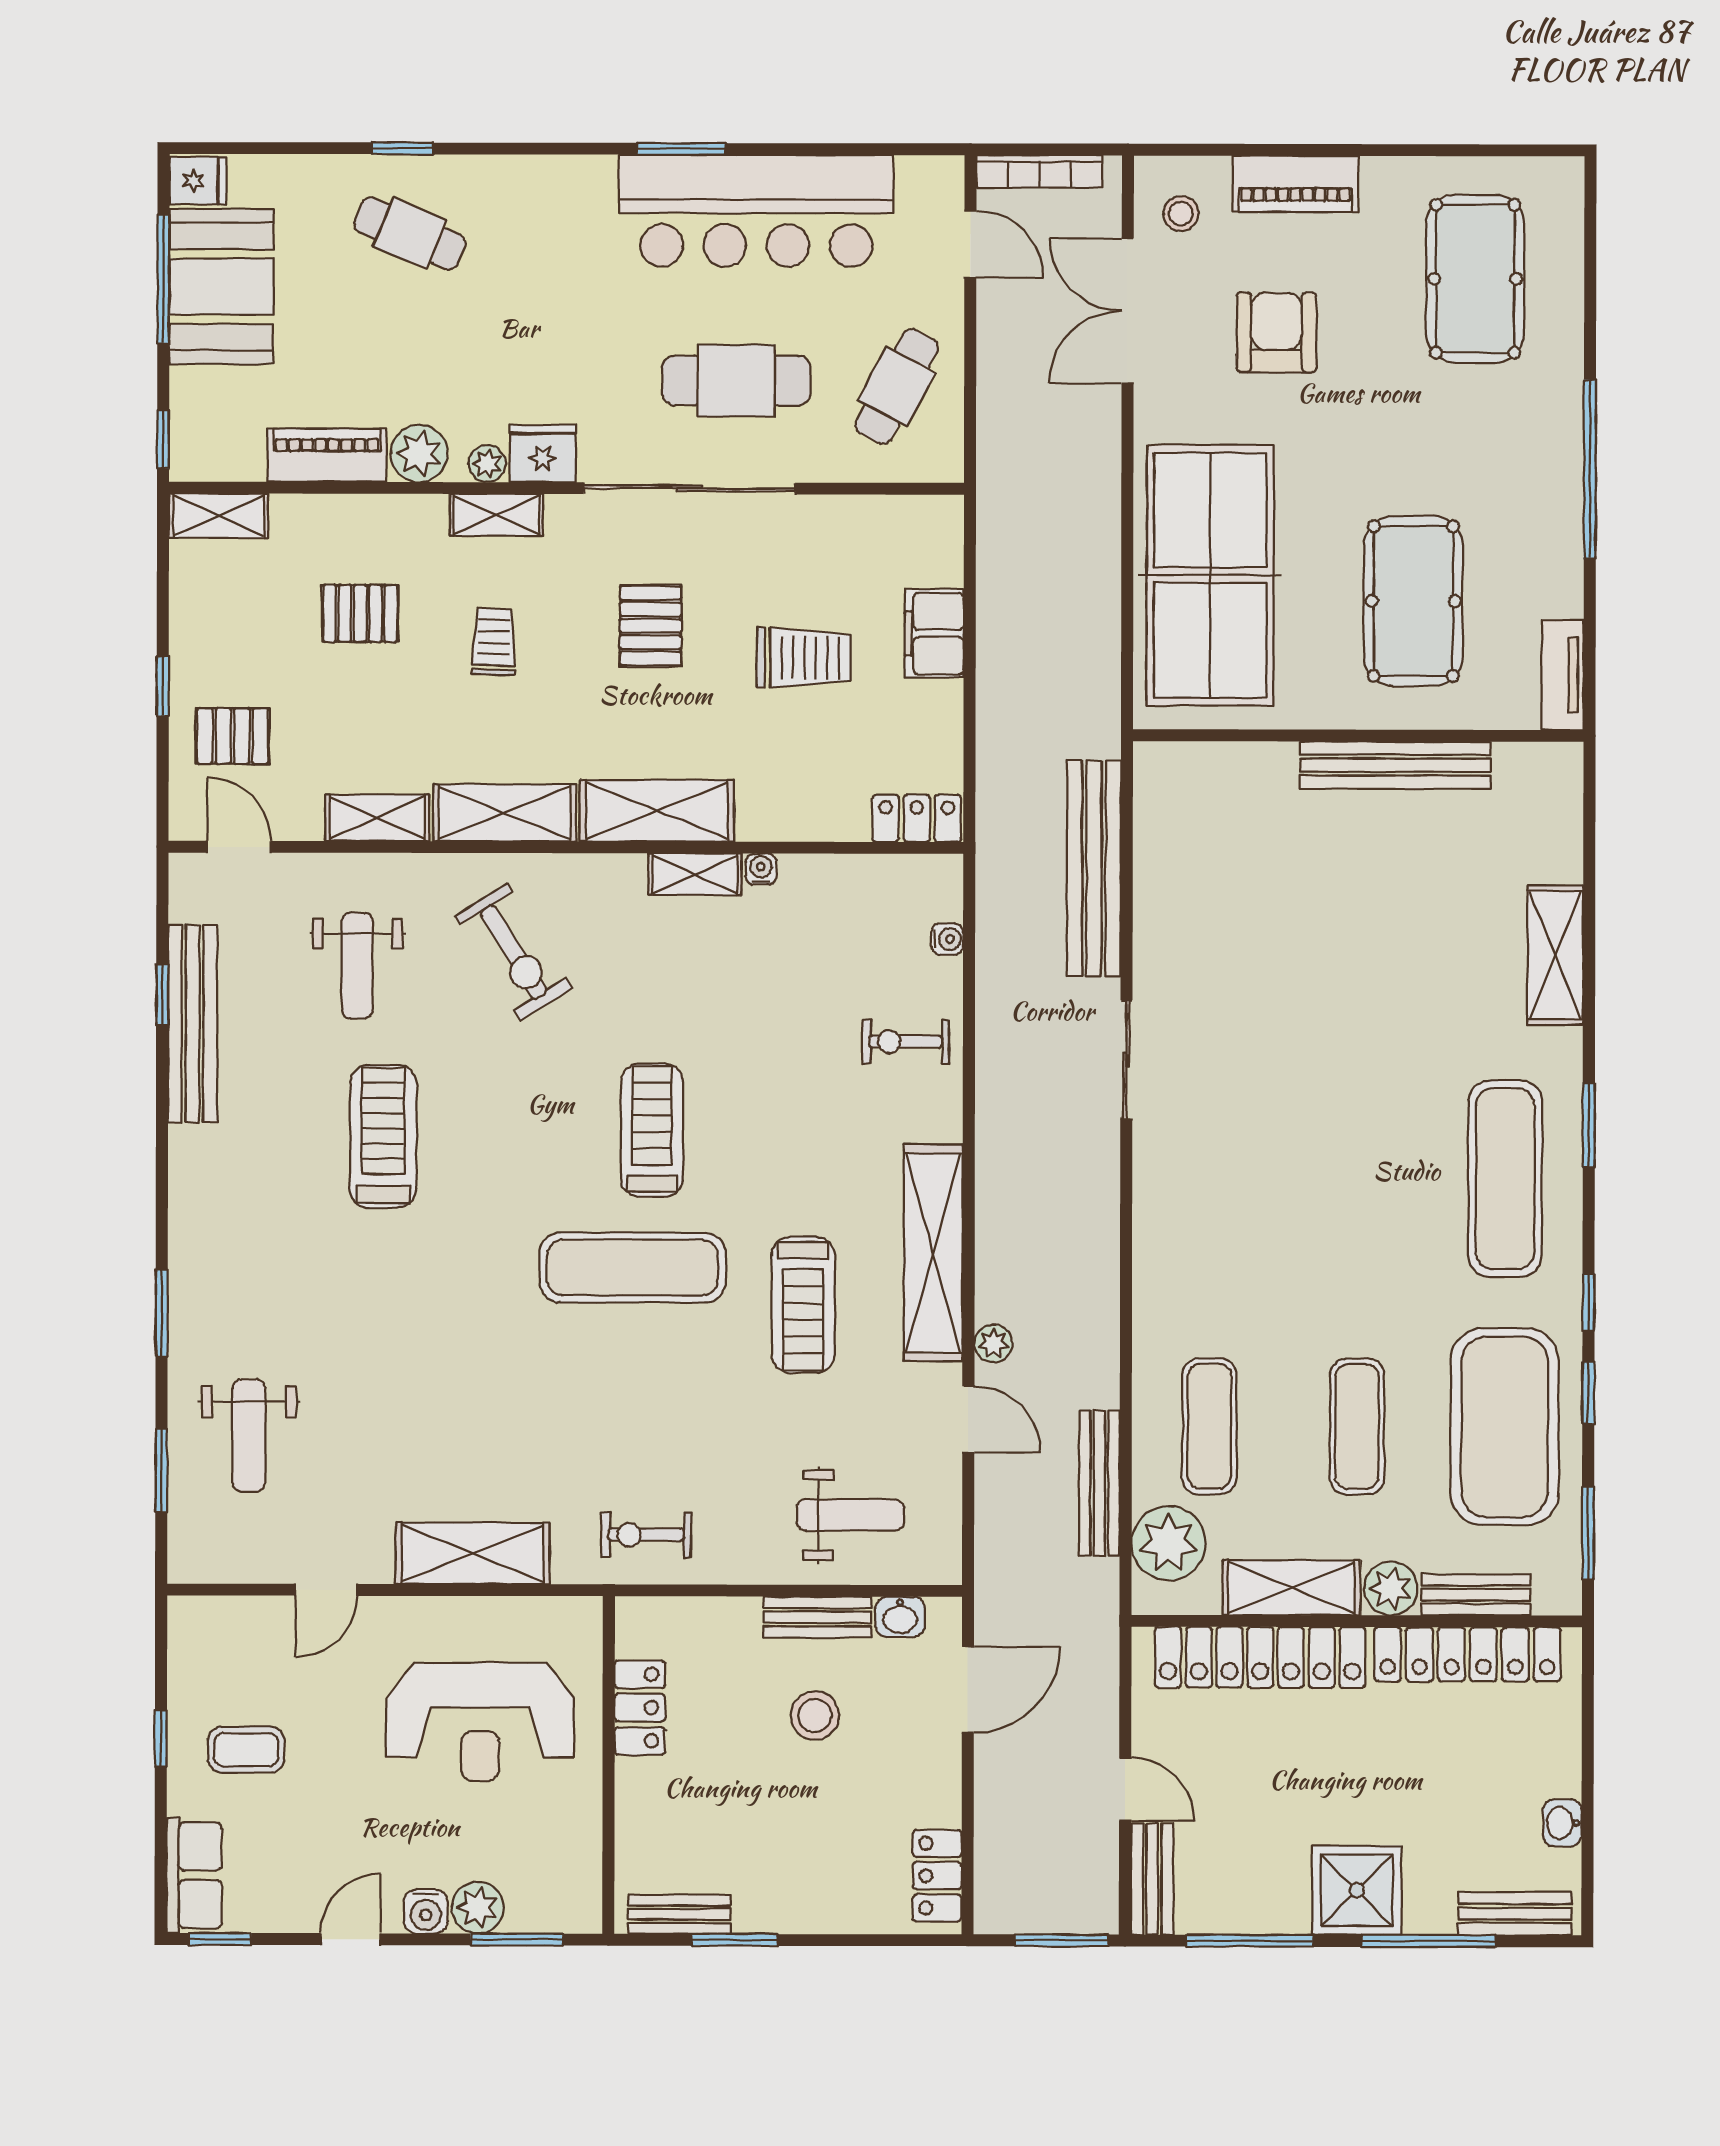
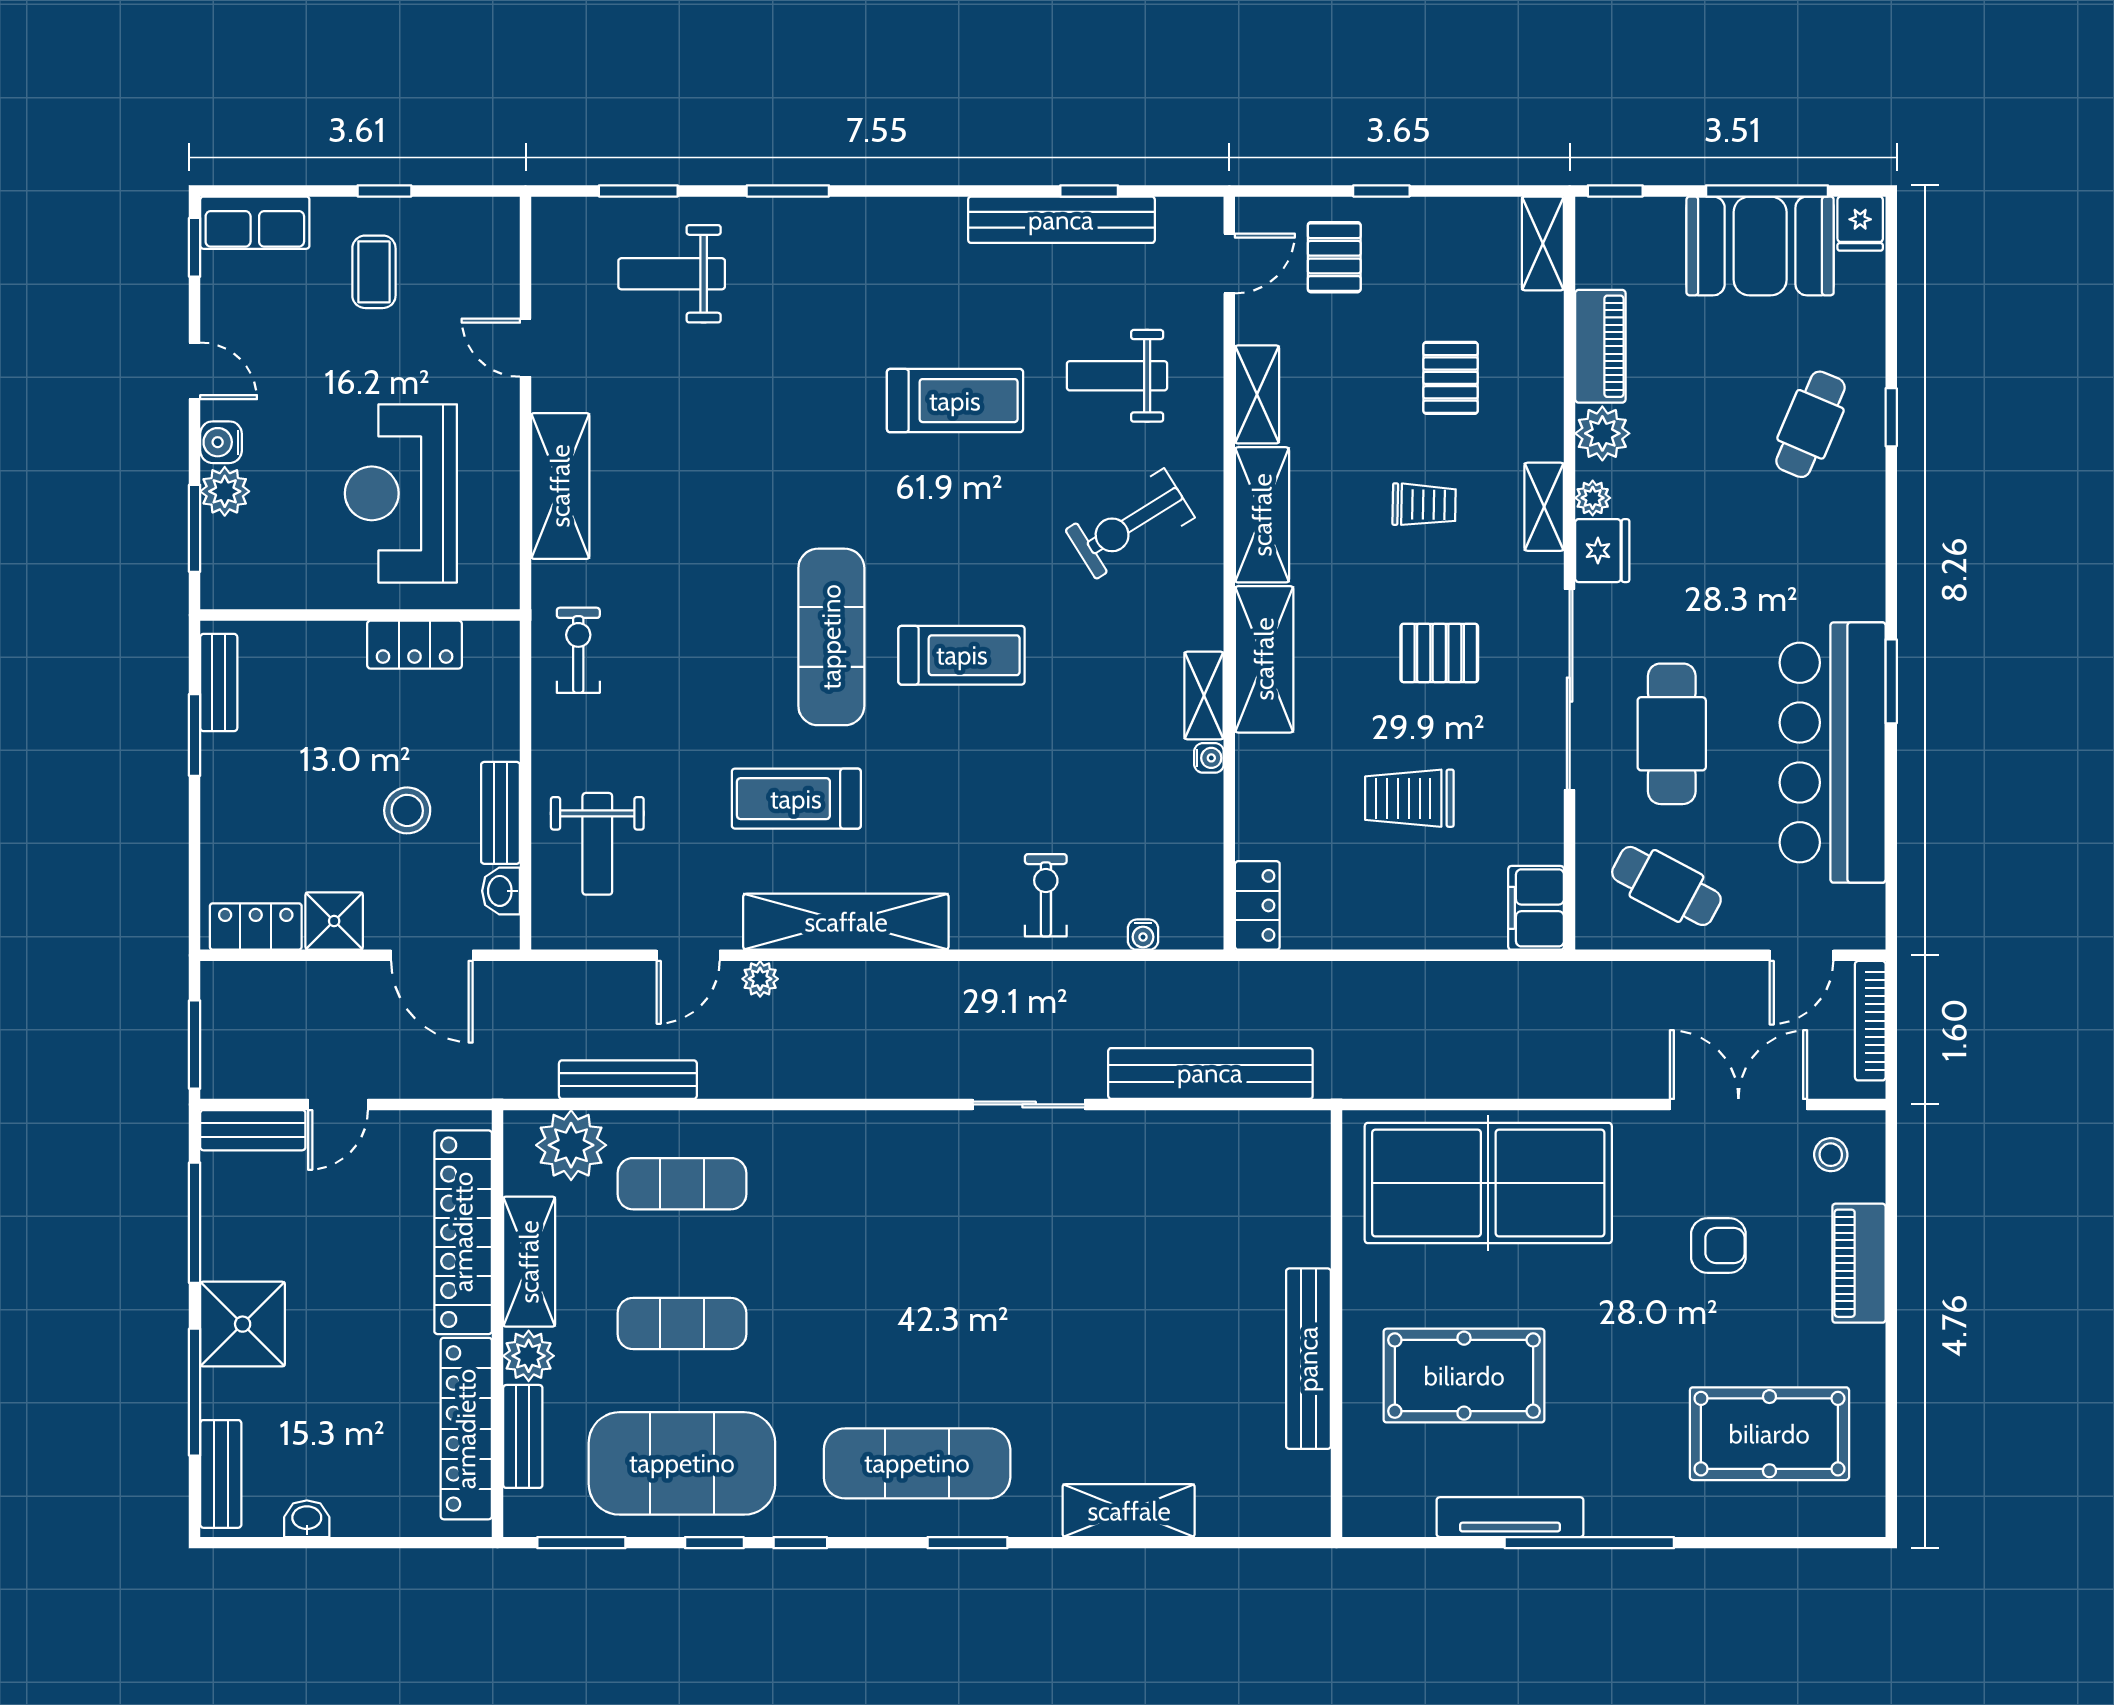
armchair: (1277, 332) -> (1718, 1245), width x0.72, depth x0.72
filing cabinet: (934, 633) -> (1536, 908), moved, turned -90
trolley: (804, 658) -> (1409, 798), turned 90
tv unit: (1563, 675) -> (1510, 1517), moved, width x1.41
shower: (931, 1793) -> (334, 921), added

